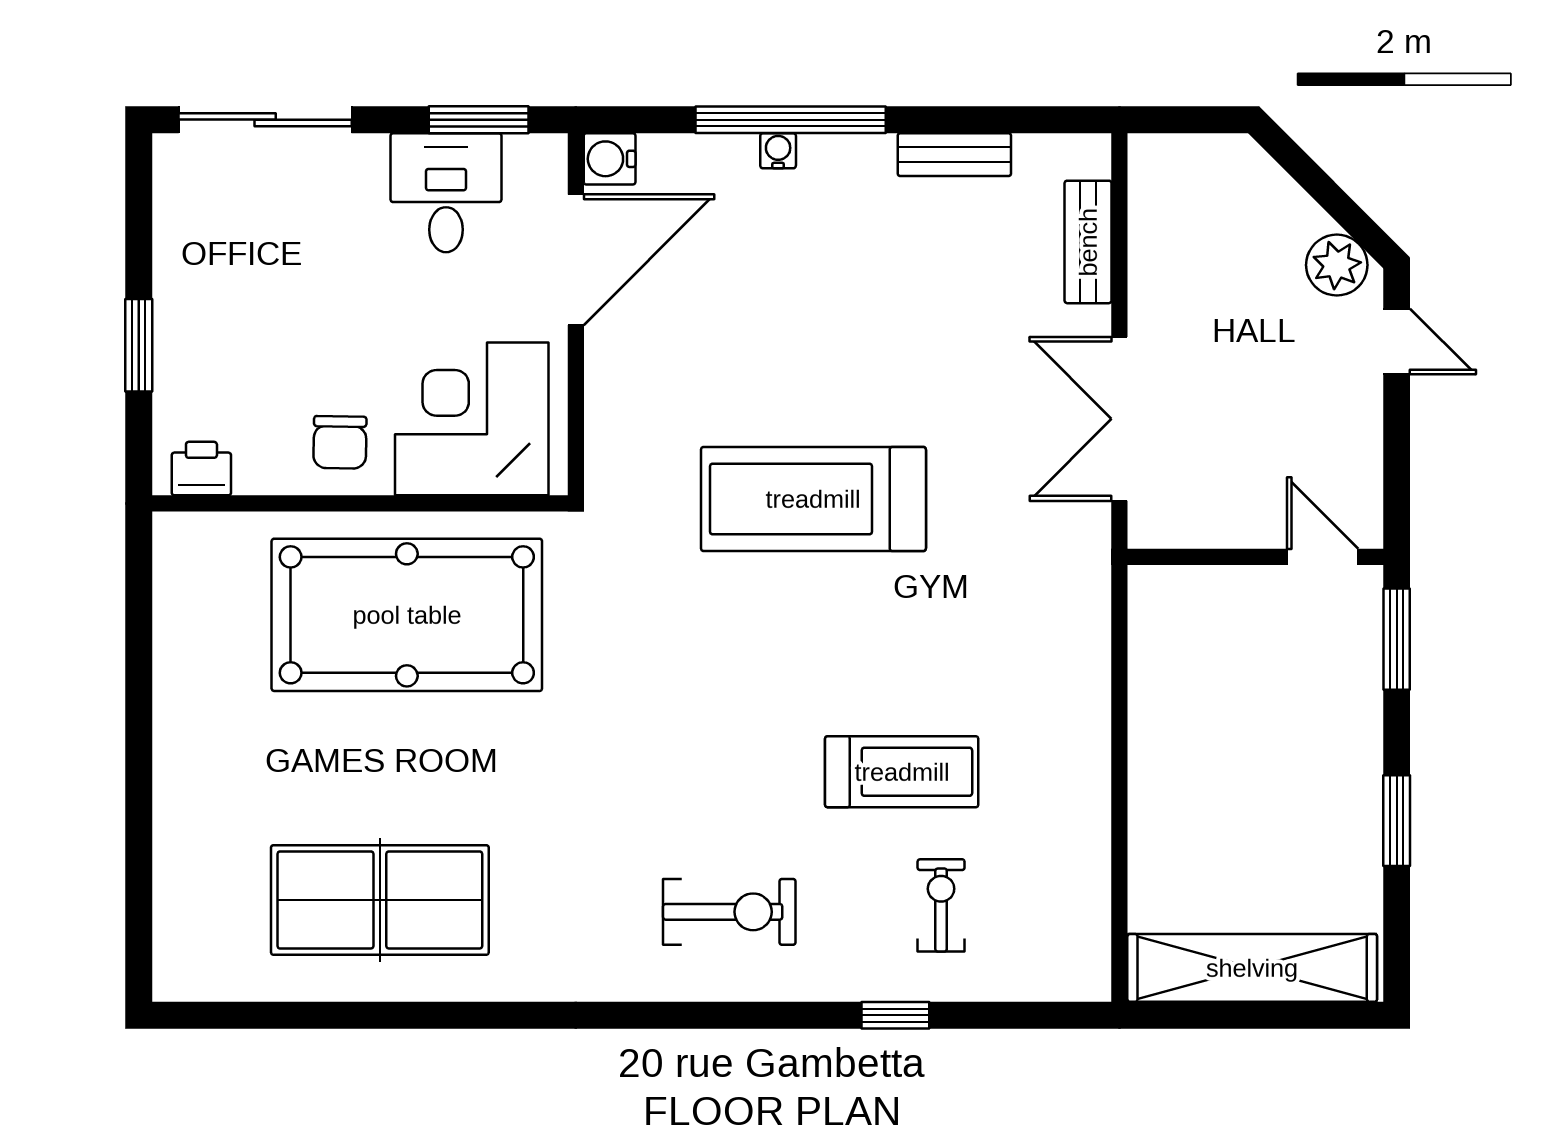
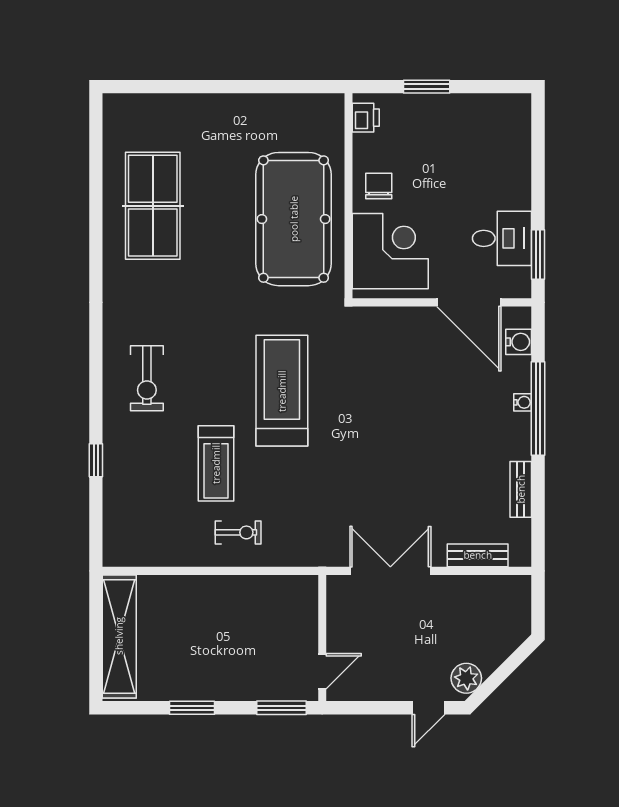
sliding door: (265, 120) -> (538, 149), removed
water cooler: (610, 159) -> (519, 342), moved, turned 90
chair: (340, 442) -> (379, 186), turned 89
treadmill: (813, 499) -> (282, 391), moved
exercise bike: (941, 905) -> (238, 532), moved

